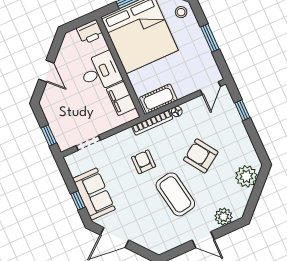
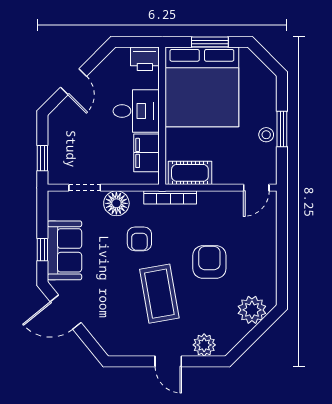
stool: (181, 12) -> (266, 135), moved
window: (242, 110) -> (282, 230), removed
floor lamp: (177, 111) -> (116, 203), moved, width x1.89, depth x1.89
armchair: (201, 156) -> (209, 262), turned 34
armchair: (144, 162) -> (139, 239), turned 180

